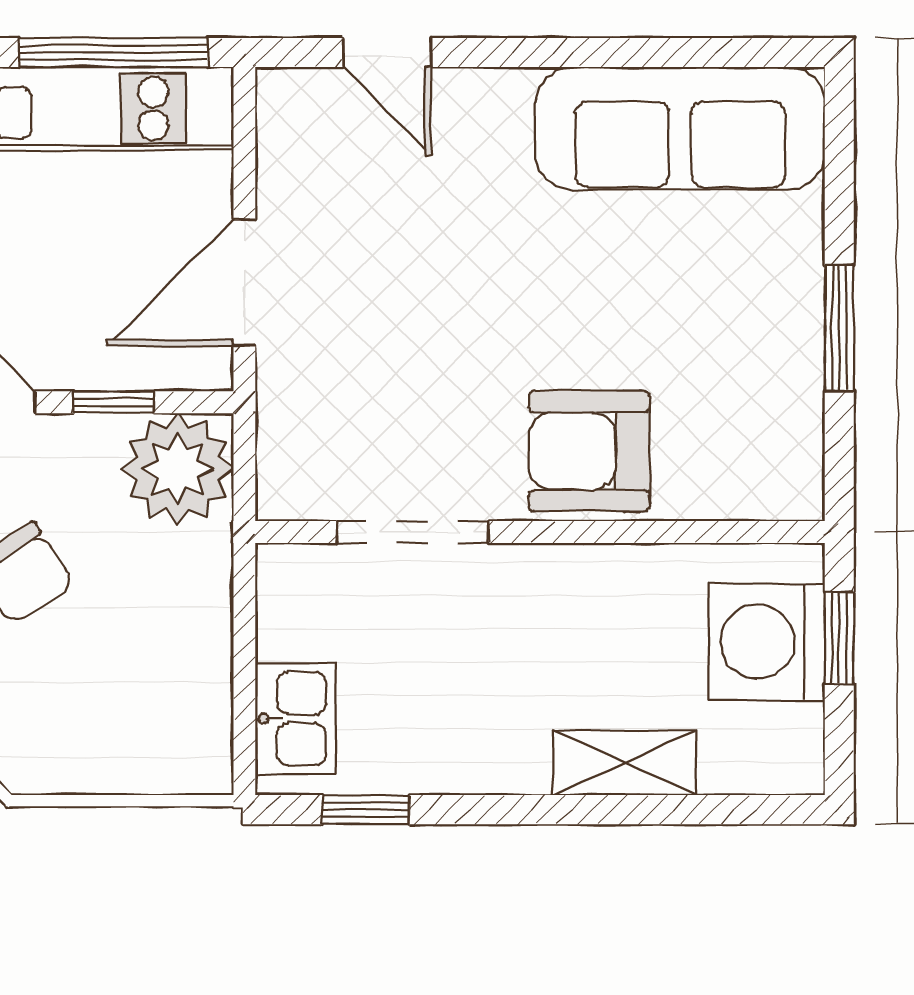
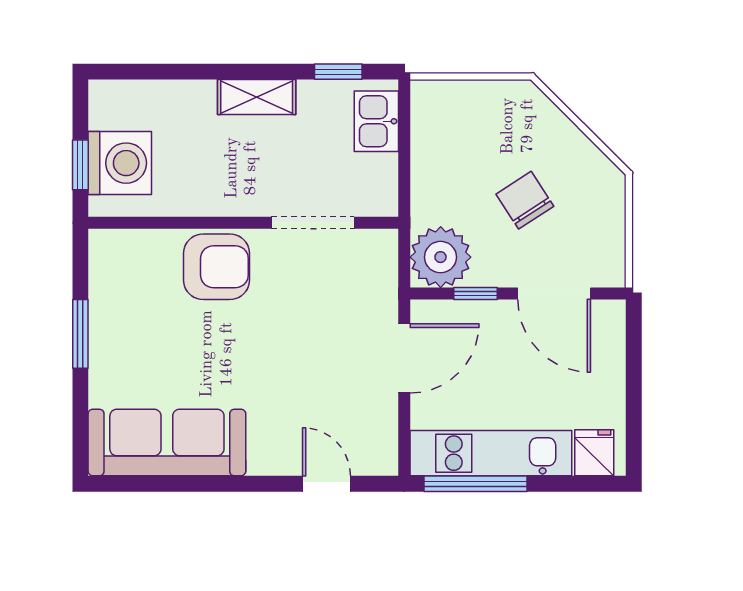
shelving: (625, 763) -> (257, 97), moved

